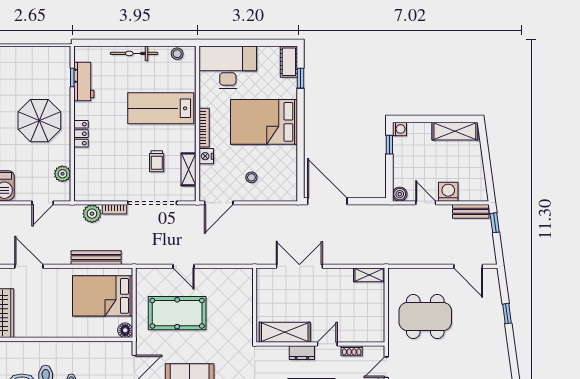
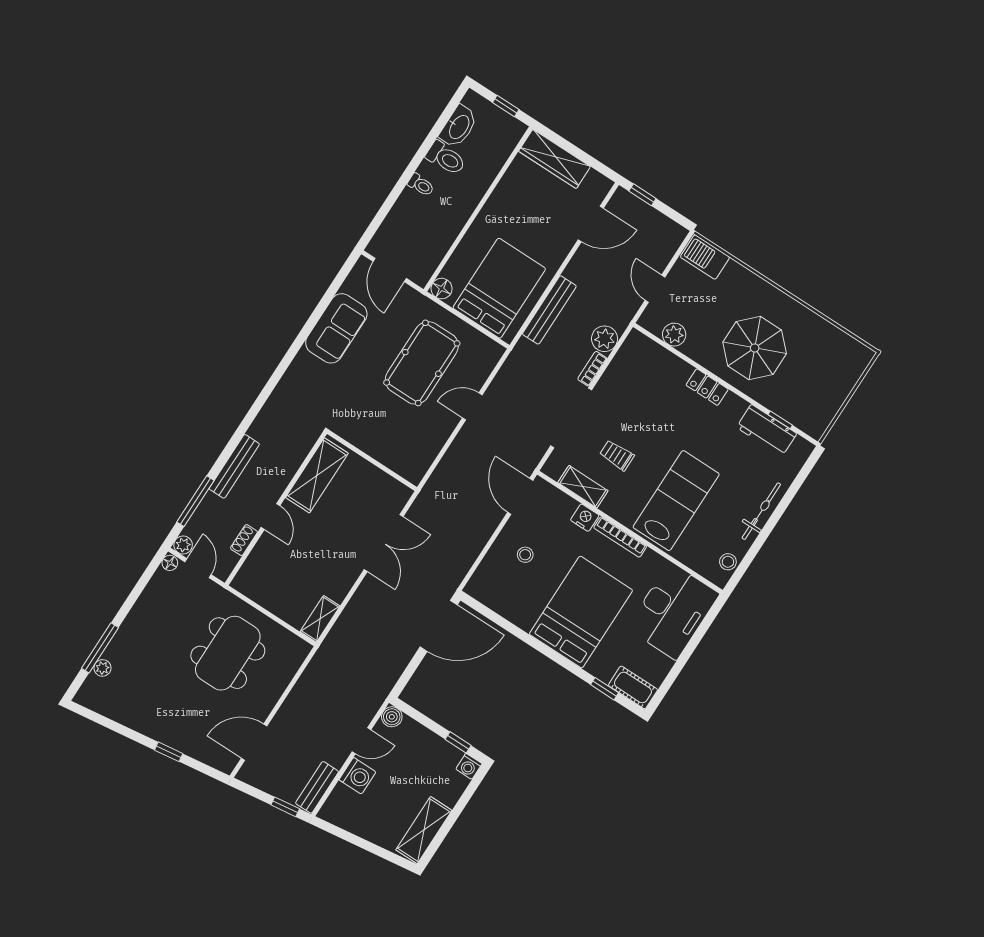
dresser: (302, 353) -> (280, 480), removed

